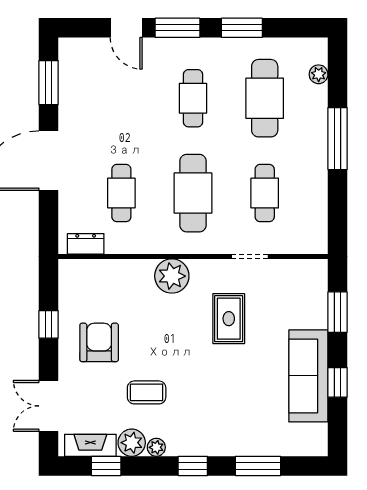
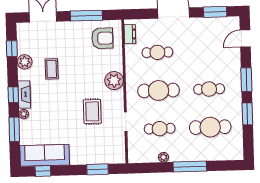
door: (126, 28) -> (245, 38), moved
plant: (319, 74) -> (163, 157), moved
rug: (229, 319) -> (92, 111), turned 90
window: (49, 324) -> (86, 16), width x2.17
armchair: (99, 342) -> (102, 38), moved
sofa: (308, 376) -> (45, 155), moved
window: (338, 382) -> (43, 171), moved
fireplace: (90, 445) -> (24, 94), moved
plant: (156, 447) -> (24, 114), moved

